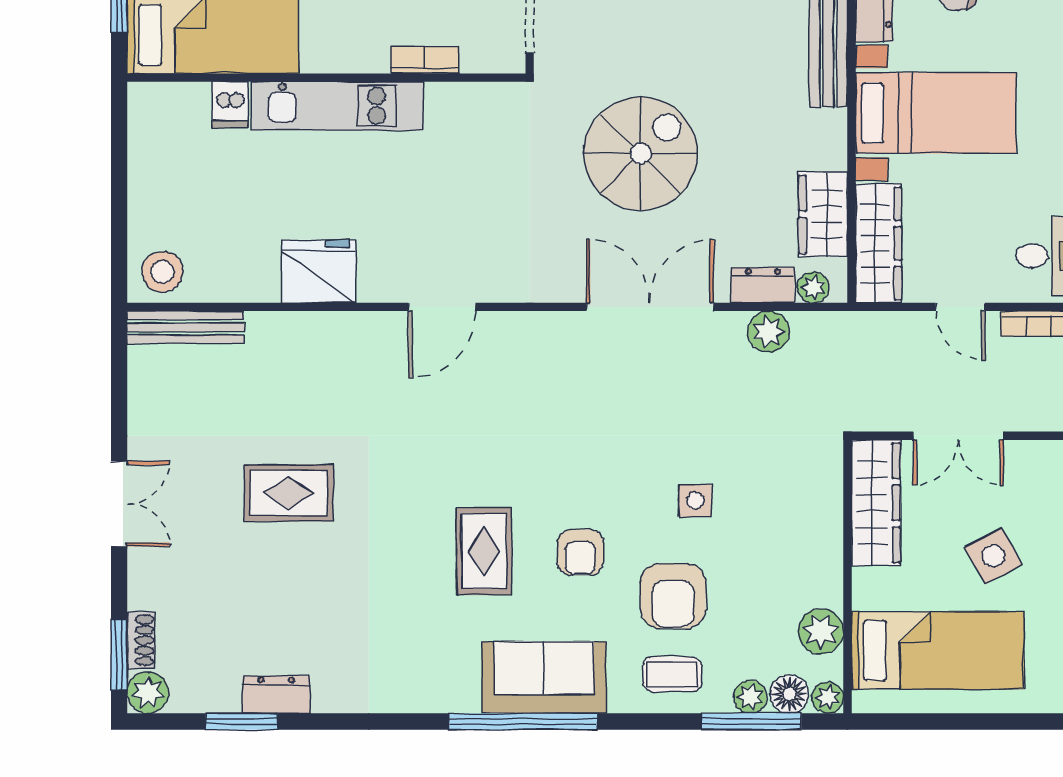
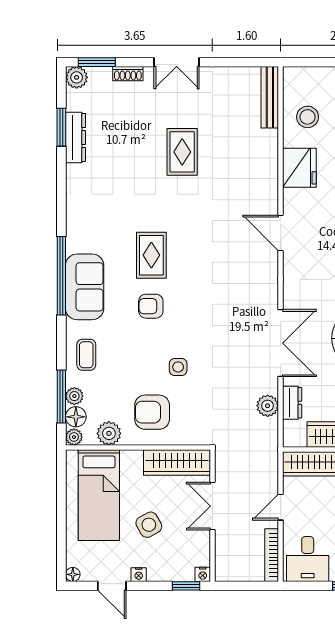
stool: (162, 272) -> (308, 117), moved
plant: (813, 287) -> (291, 429), removed
rug: (484, 551) -> (151, 255), turned 90
armchair: (673, 596) -> (152, 412), moved
shoe rack: (141, 640) -> (128, 74), moved
dresser: (276, 695) -> (76, 137), width x1.44

